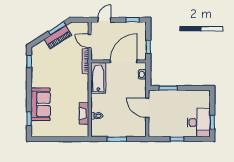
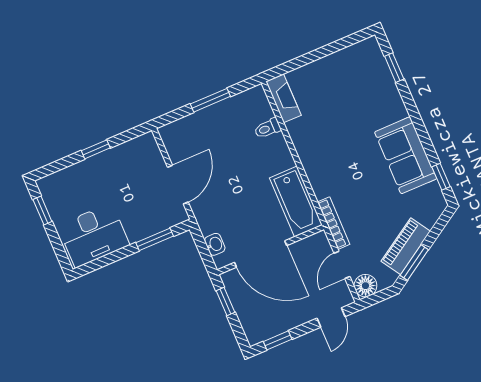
floor lamp: (83, 27) -> (365, 286), added
door: (90, 41) -> (342, 265), swing flipped
door: (124, 61) -> (261, 254), hinge flipped
sofa: (41, 104) -> (406, 155), moved
door: (147, 108) -> (178, 185), hinge flipped
fireplace: (84, 113) -> (283, 98), moved
desk: (199, 123) -> (93, 235), moved, turned -90

